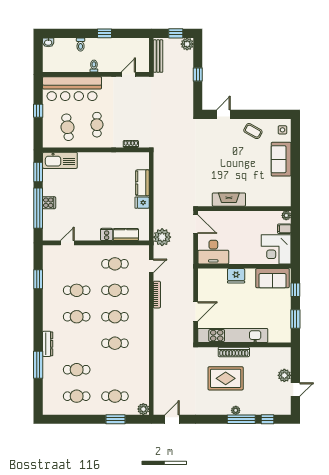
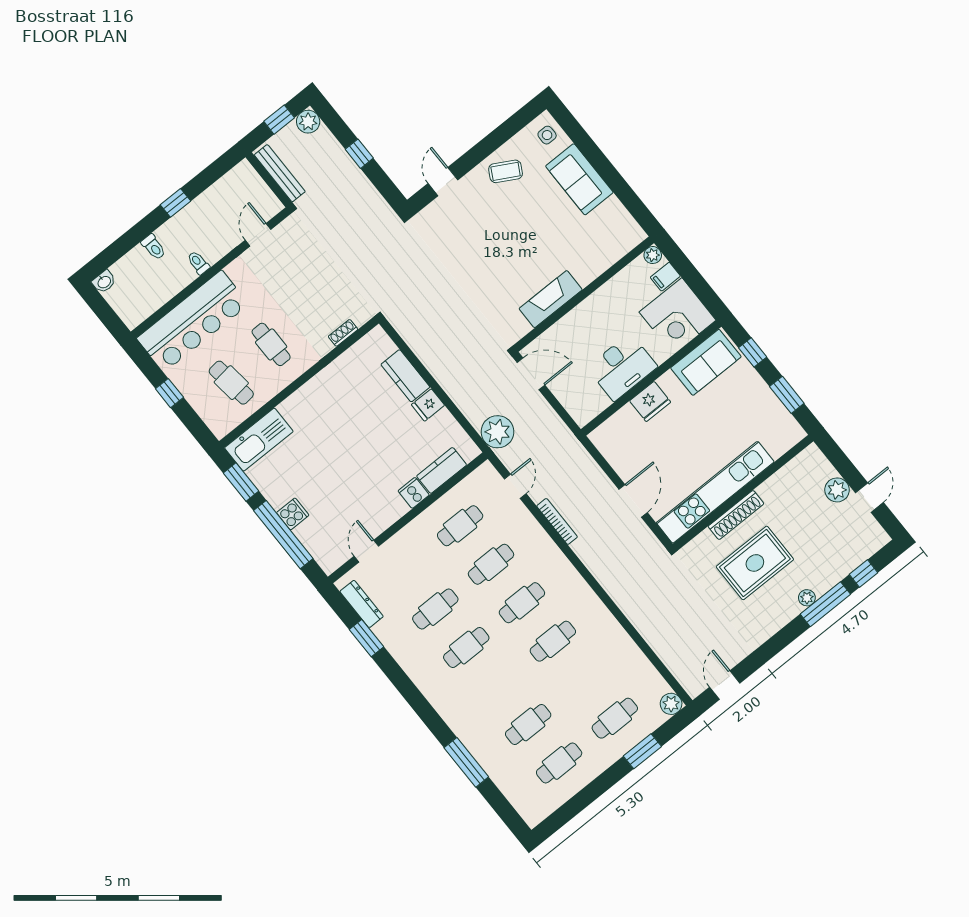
desk: (213, 252) -> (622, 367), moved
dresser: (48, 344) -> (362, 604), moved

